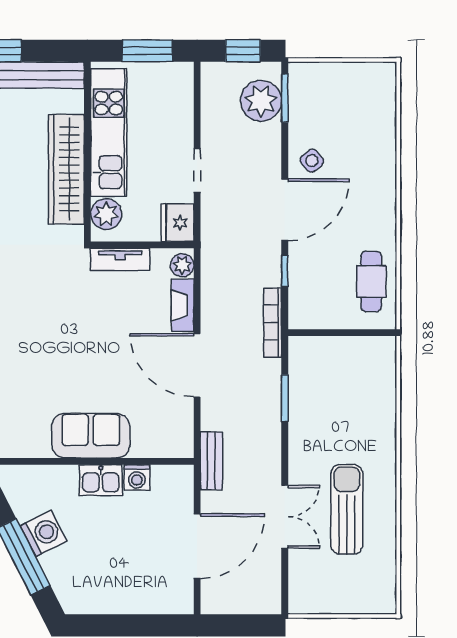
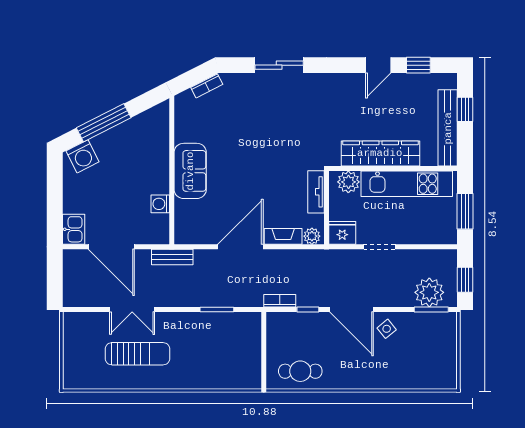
bookcase: (273, 323) -> (280, 301), width x0.64
kitchen sink: (101, 480) -> (74, 229), moved, turned 180
washing machine: (43, 533) -> (83, 156), moved

